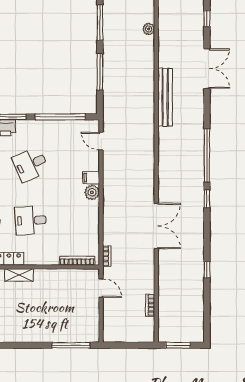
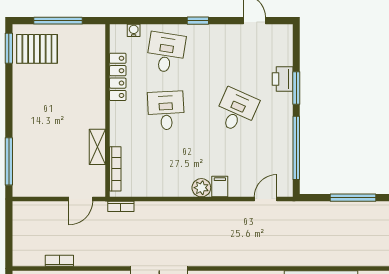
desk: (31, 164) -> (236, 111), turned 48
shelving: (19, 275) -> (97, 147), moved

